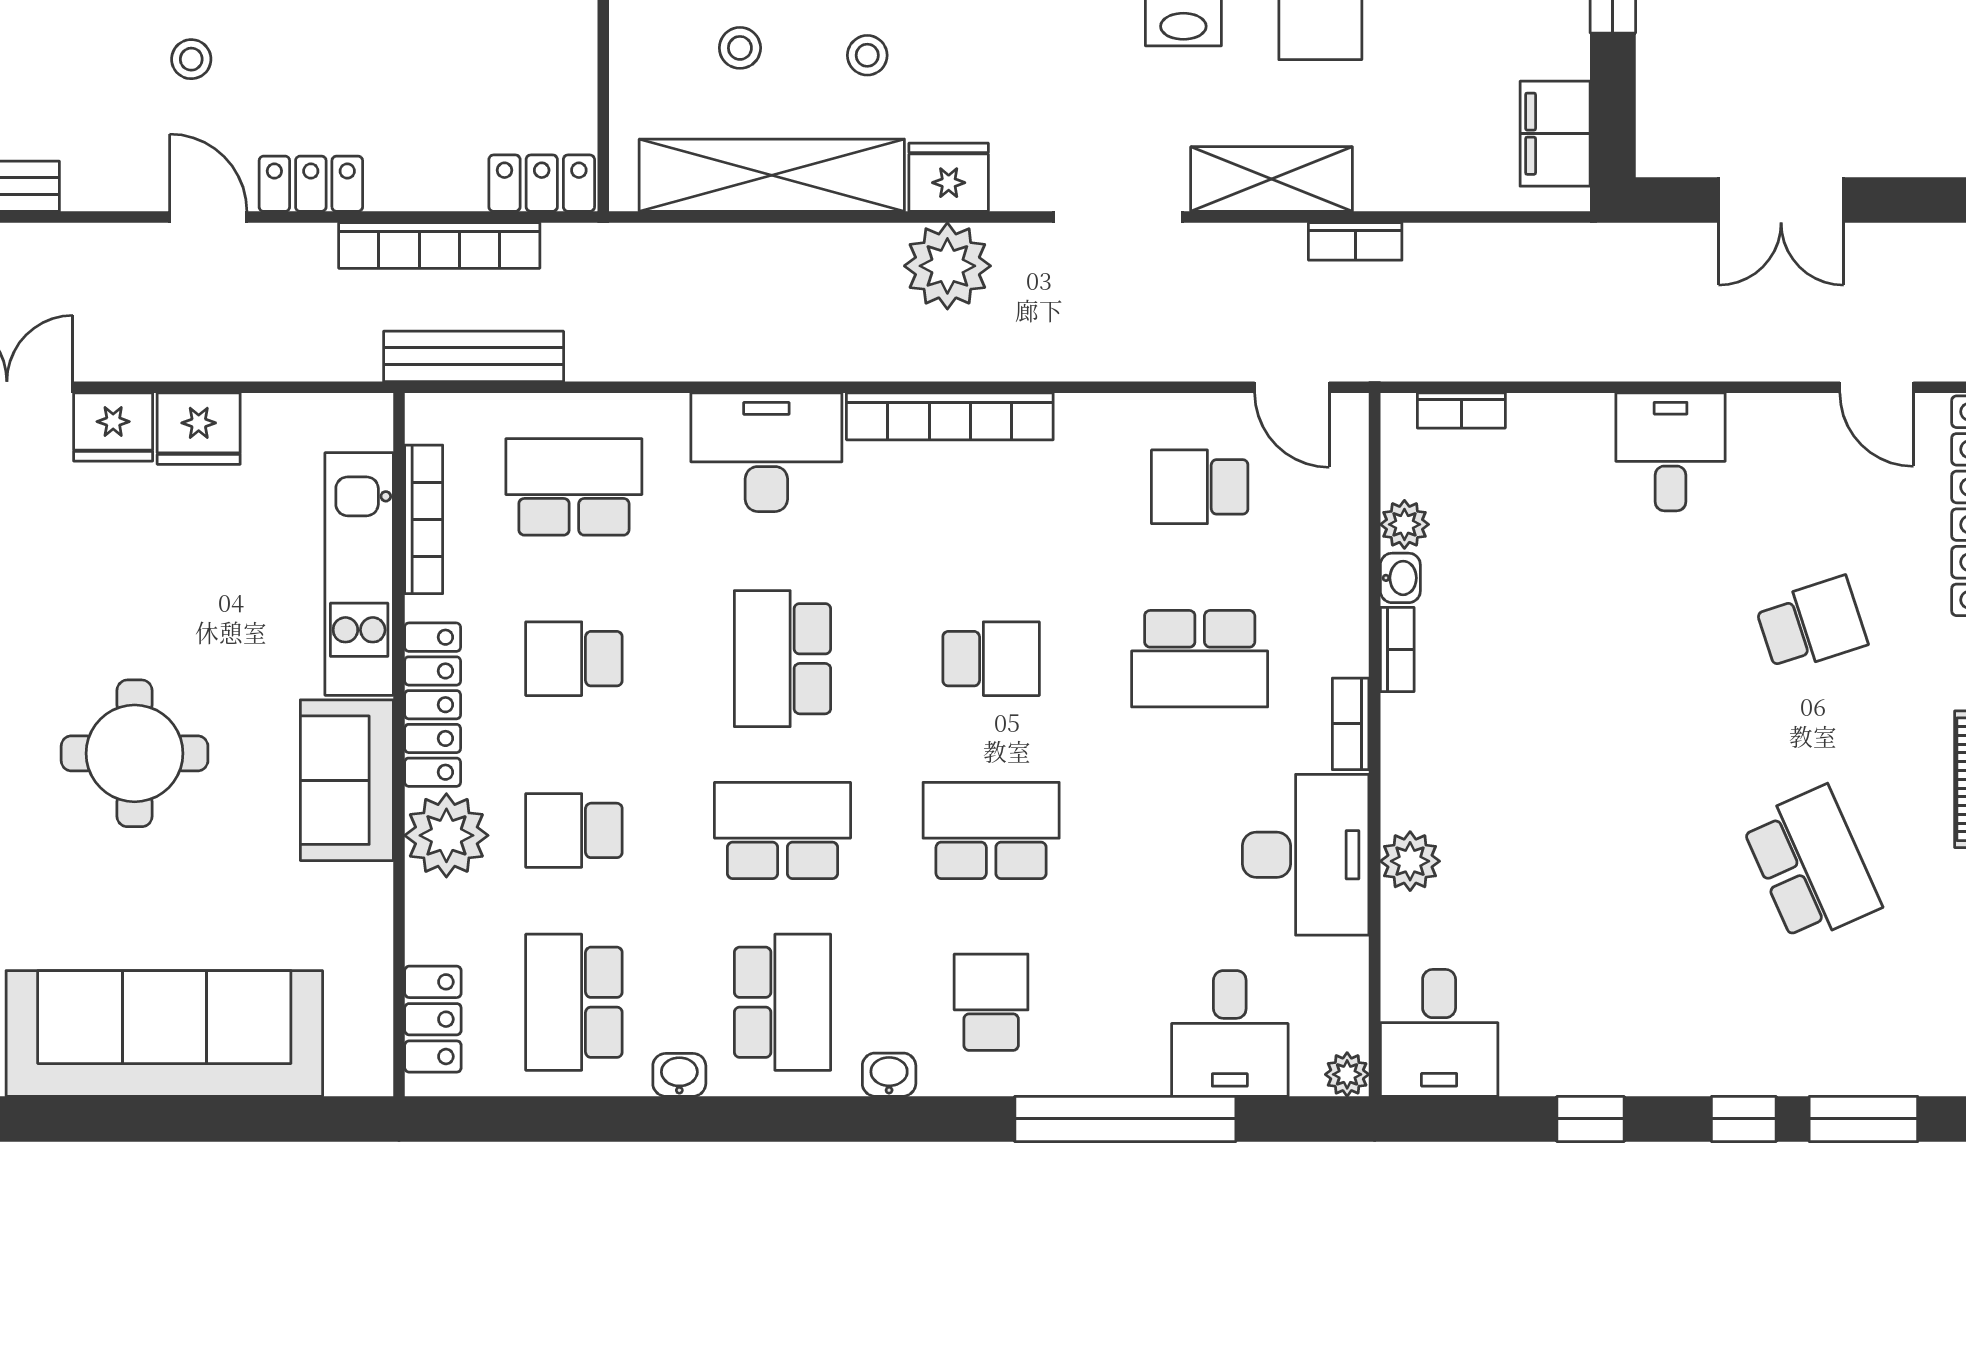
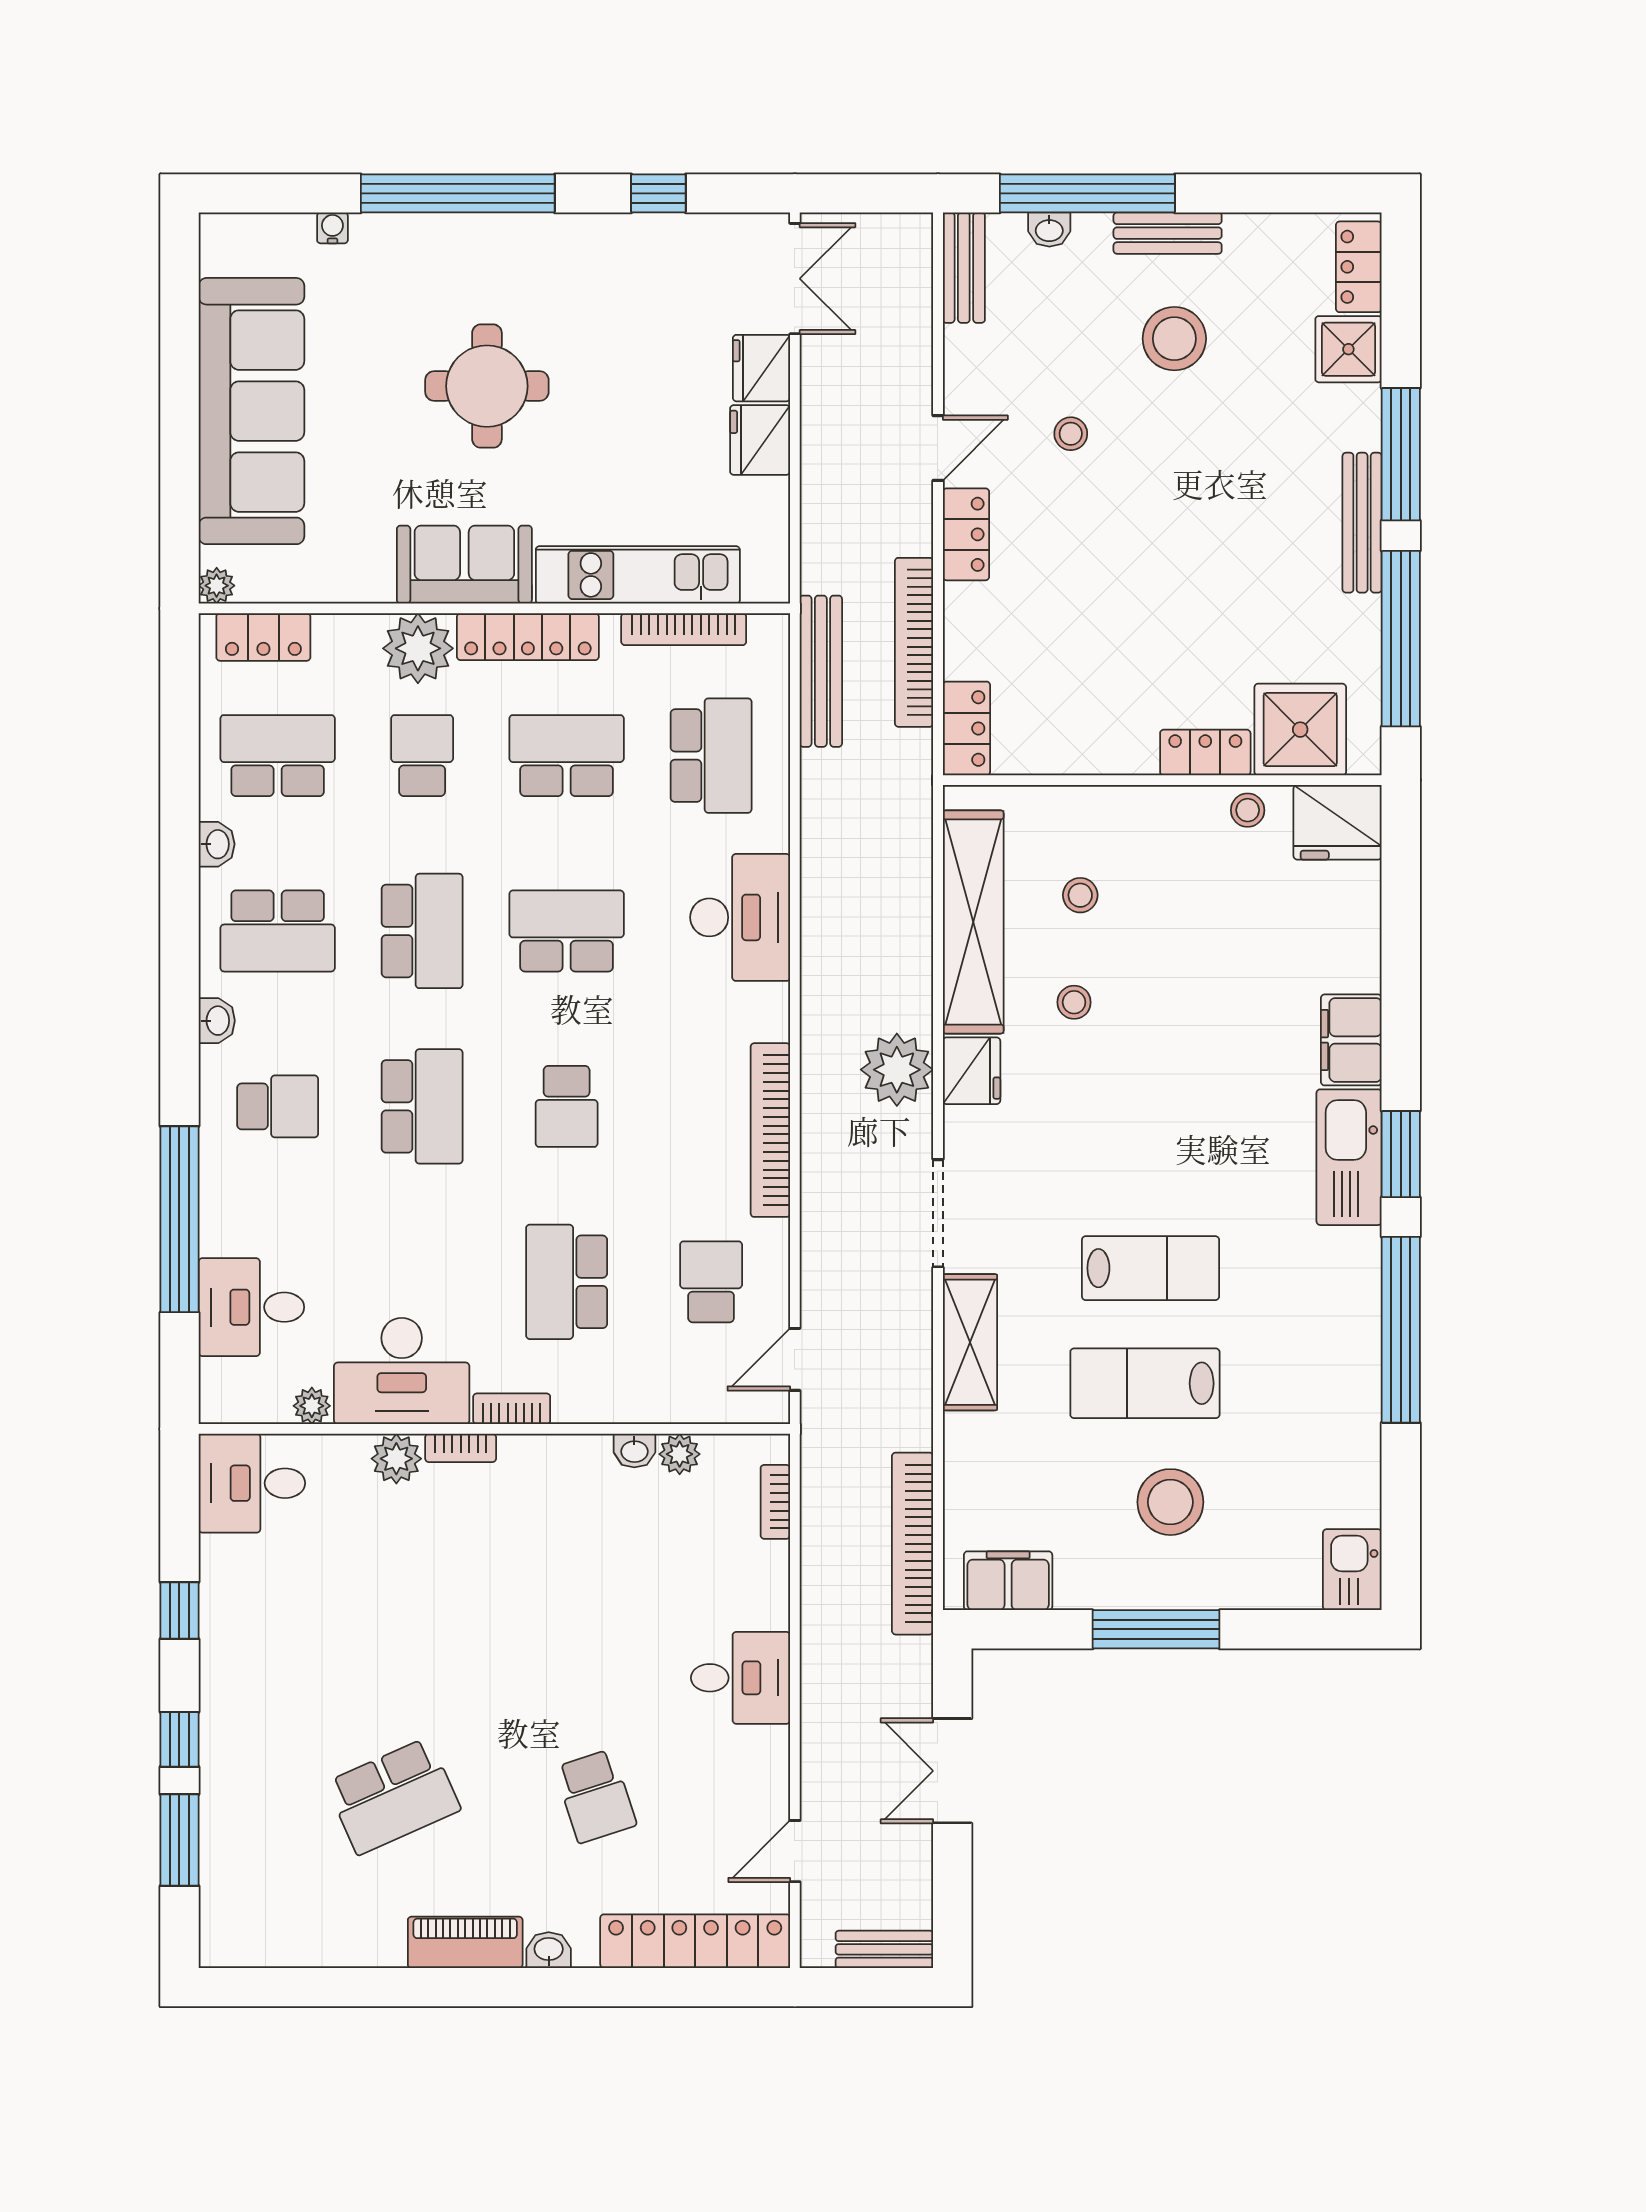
bookcase: (1355, 241) -> (913, 1544), moved, width x2.31, depth x1.31
bookcase: (950, 416) -> (770, 1130), moved
bookcase: (1397, 649) -> (461, 1448), moved
school desk: (574, 659) -> (567, 756), width x1.85
plant: (1347, 1074) -> (312, 1406), moved
plant: (372, 1075) -> (217, 586), added

